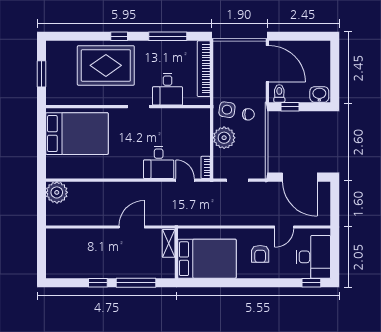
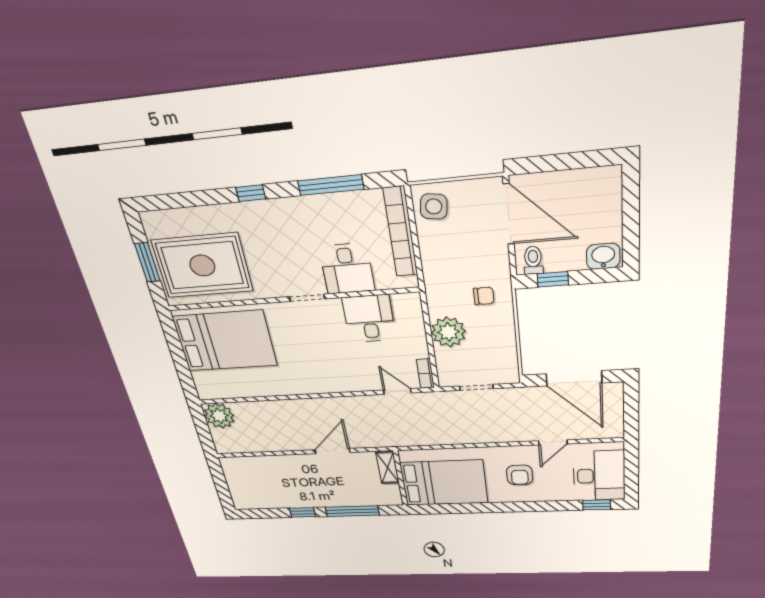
rug: (106, 65) -> (202, 266), moved
side table: (227, 110) -> (434, 206), moved
desk: (159, 162) -> (369, 319), moved, turned 180

